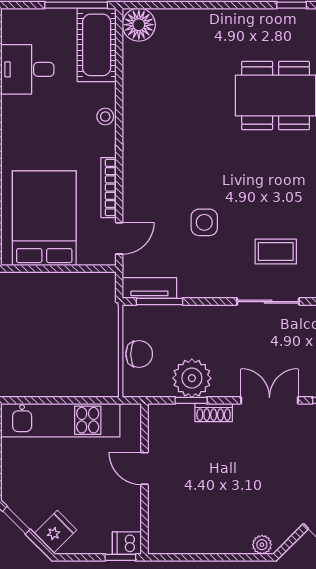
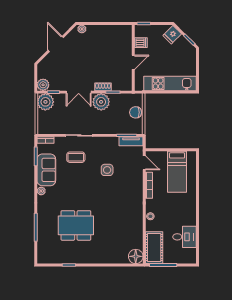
bed: (44, 218) -> (177, 172), width x0.67
door: (119, 238) -> (144, 163), swing flipped
plant: (192, 378) -> (101, 102), moved
door: (145, 468) -> (133, 62), hinge flipped
dishwasher: (127, 543) -> (141, 43), moved

